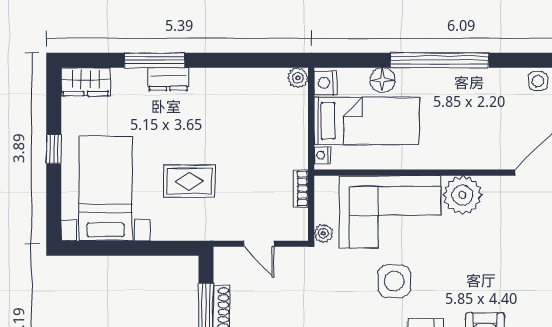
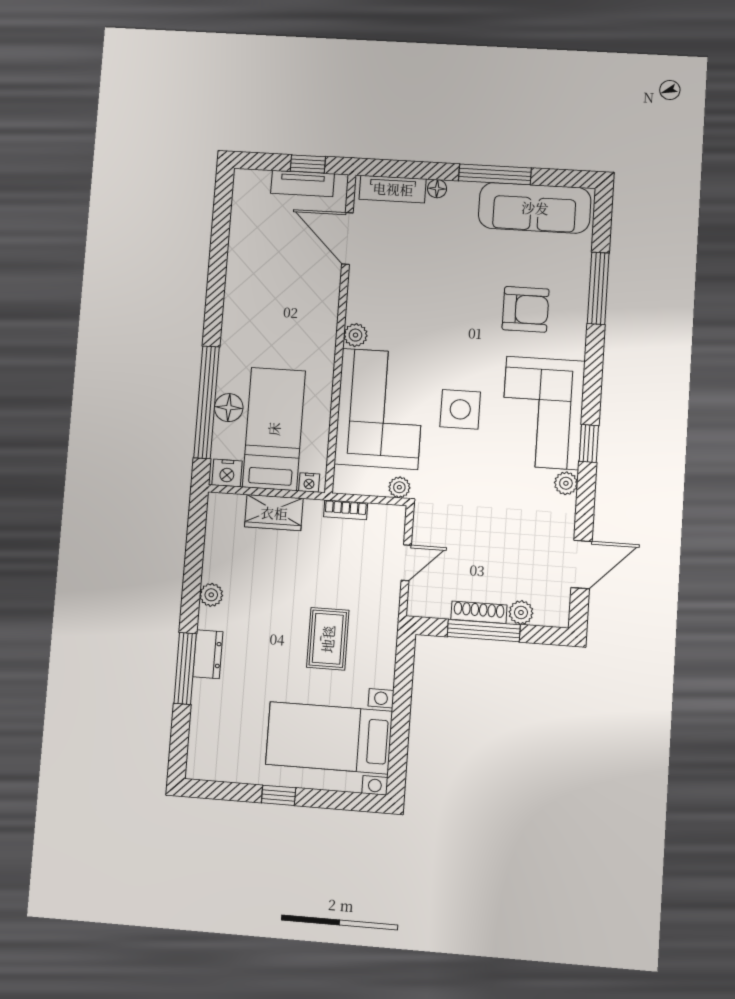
window: (440, 60) -> (207, 402), moved
plant: (298, 78) -> (211, 595), moved
side table: (538, 81) -> (244, 233), removed
wardrobe: (86, 82) -> (274, 513), moved, turned 90
plant: (462, 195) -> (355, 335), width x0.53, depth x0.53

